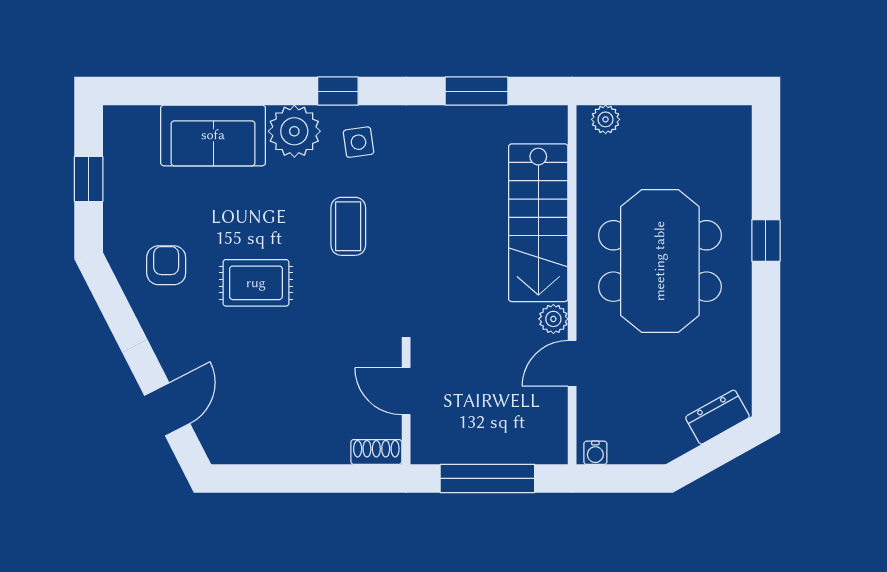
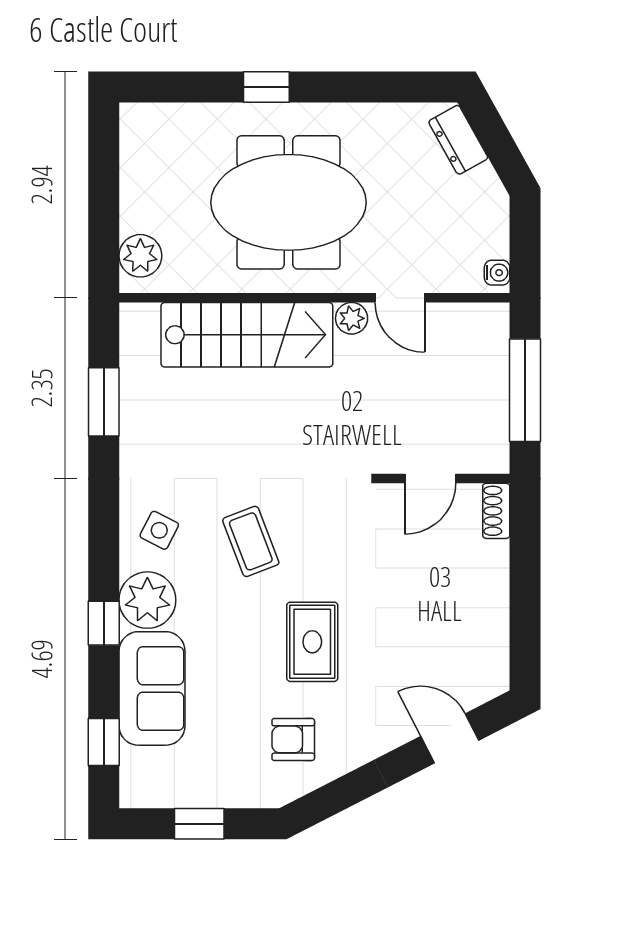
window: (164, 91) -> (104, 742), added
window: (338, 91) -> (104, 623), moved
plant: (606, 119) -> (140, 256), width x1.38, depth x1.38
side table: (358, 142) -> (159, 530), turned 35
coffee table: (348, 226) -> (251, 541), turned 69

